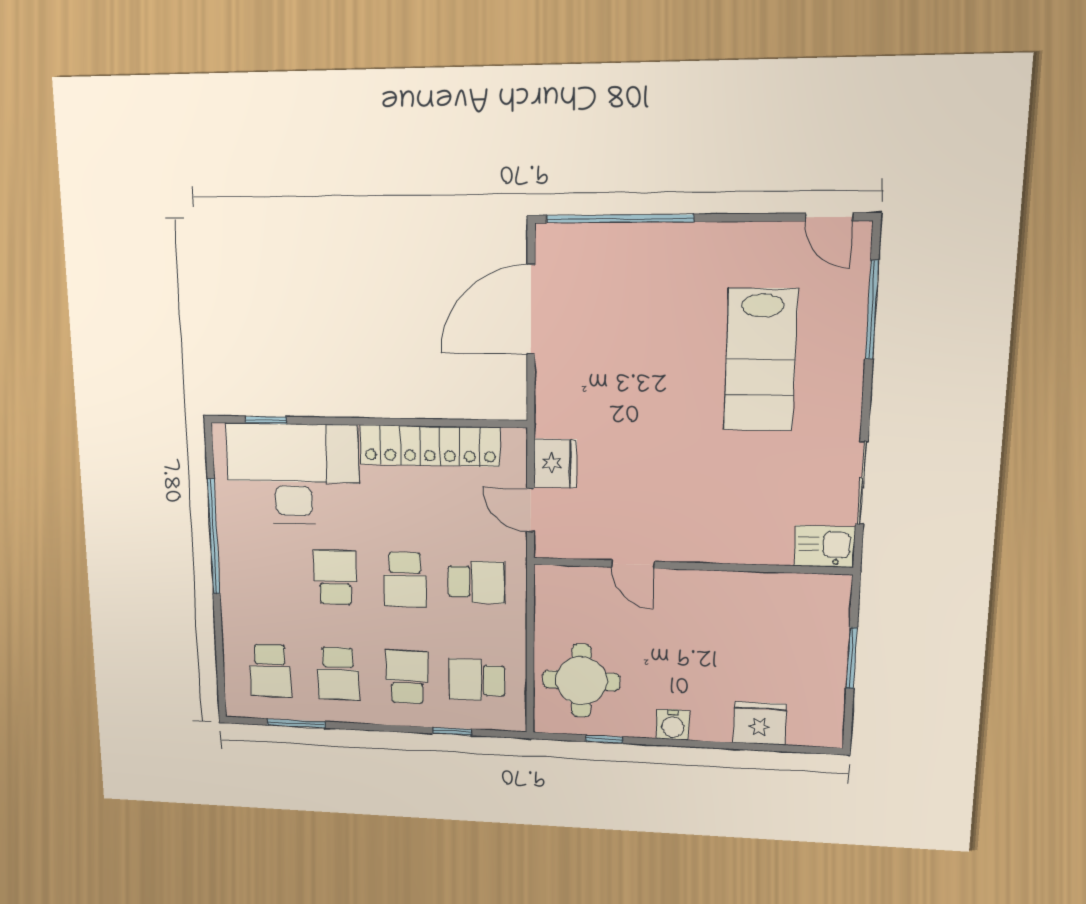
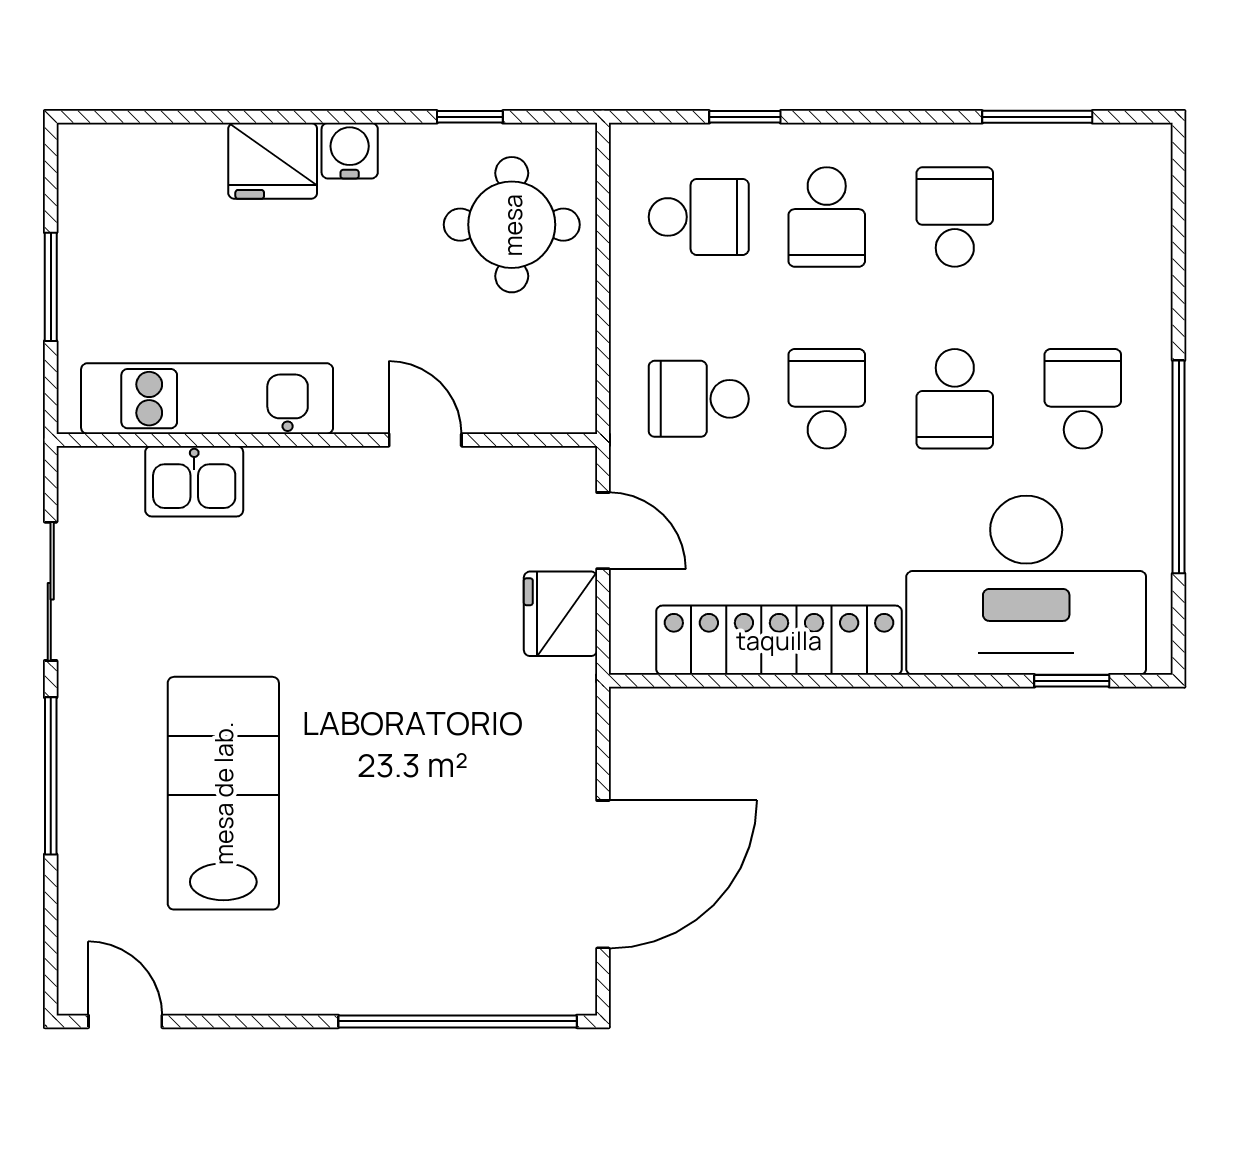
window: (872, 310) -> (51, 776), moved
kitchen sink: (825, 547) -> (194, 481), moved
kitchen unit: (761, 592) -> (207, 399), added
school desk: (270, 671) -> (1083, 399), moved
fridge: (760, 723) -> (273, 161), moved

